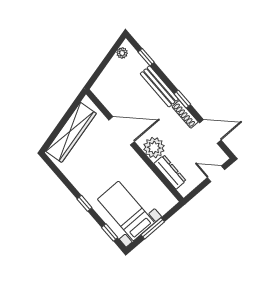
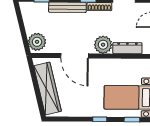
plant: (122, 53) -> (37, 42), moved, width x1.88, depth x1.88
door: (122, 131) -> (75, 56), swing flipped

